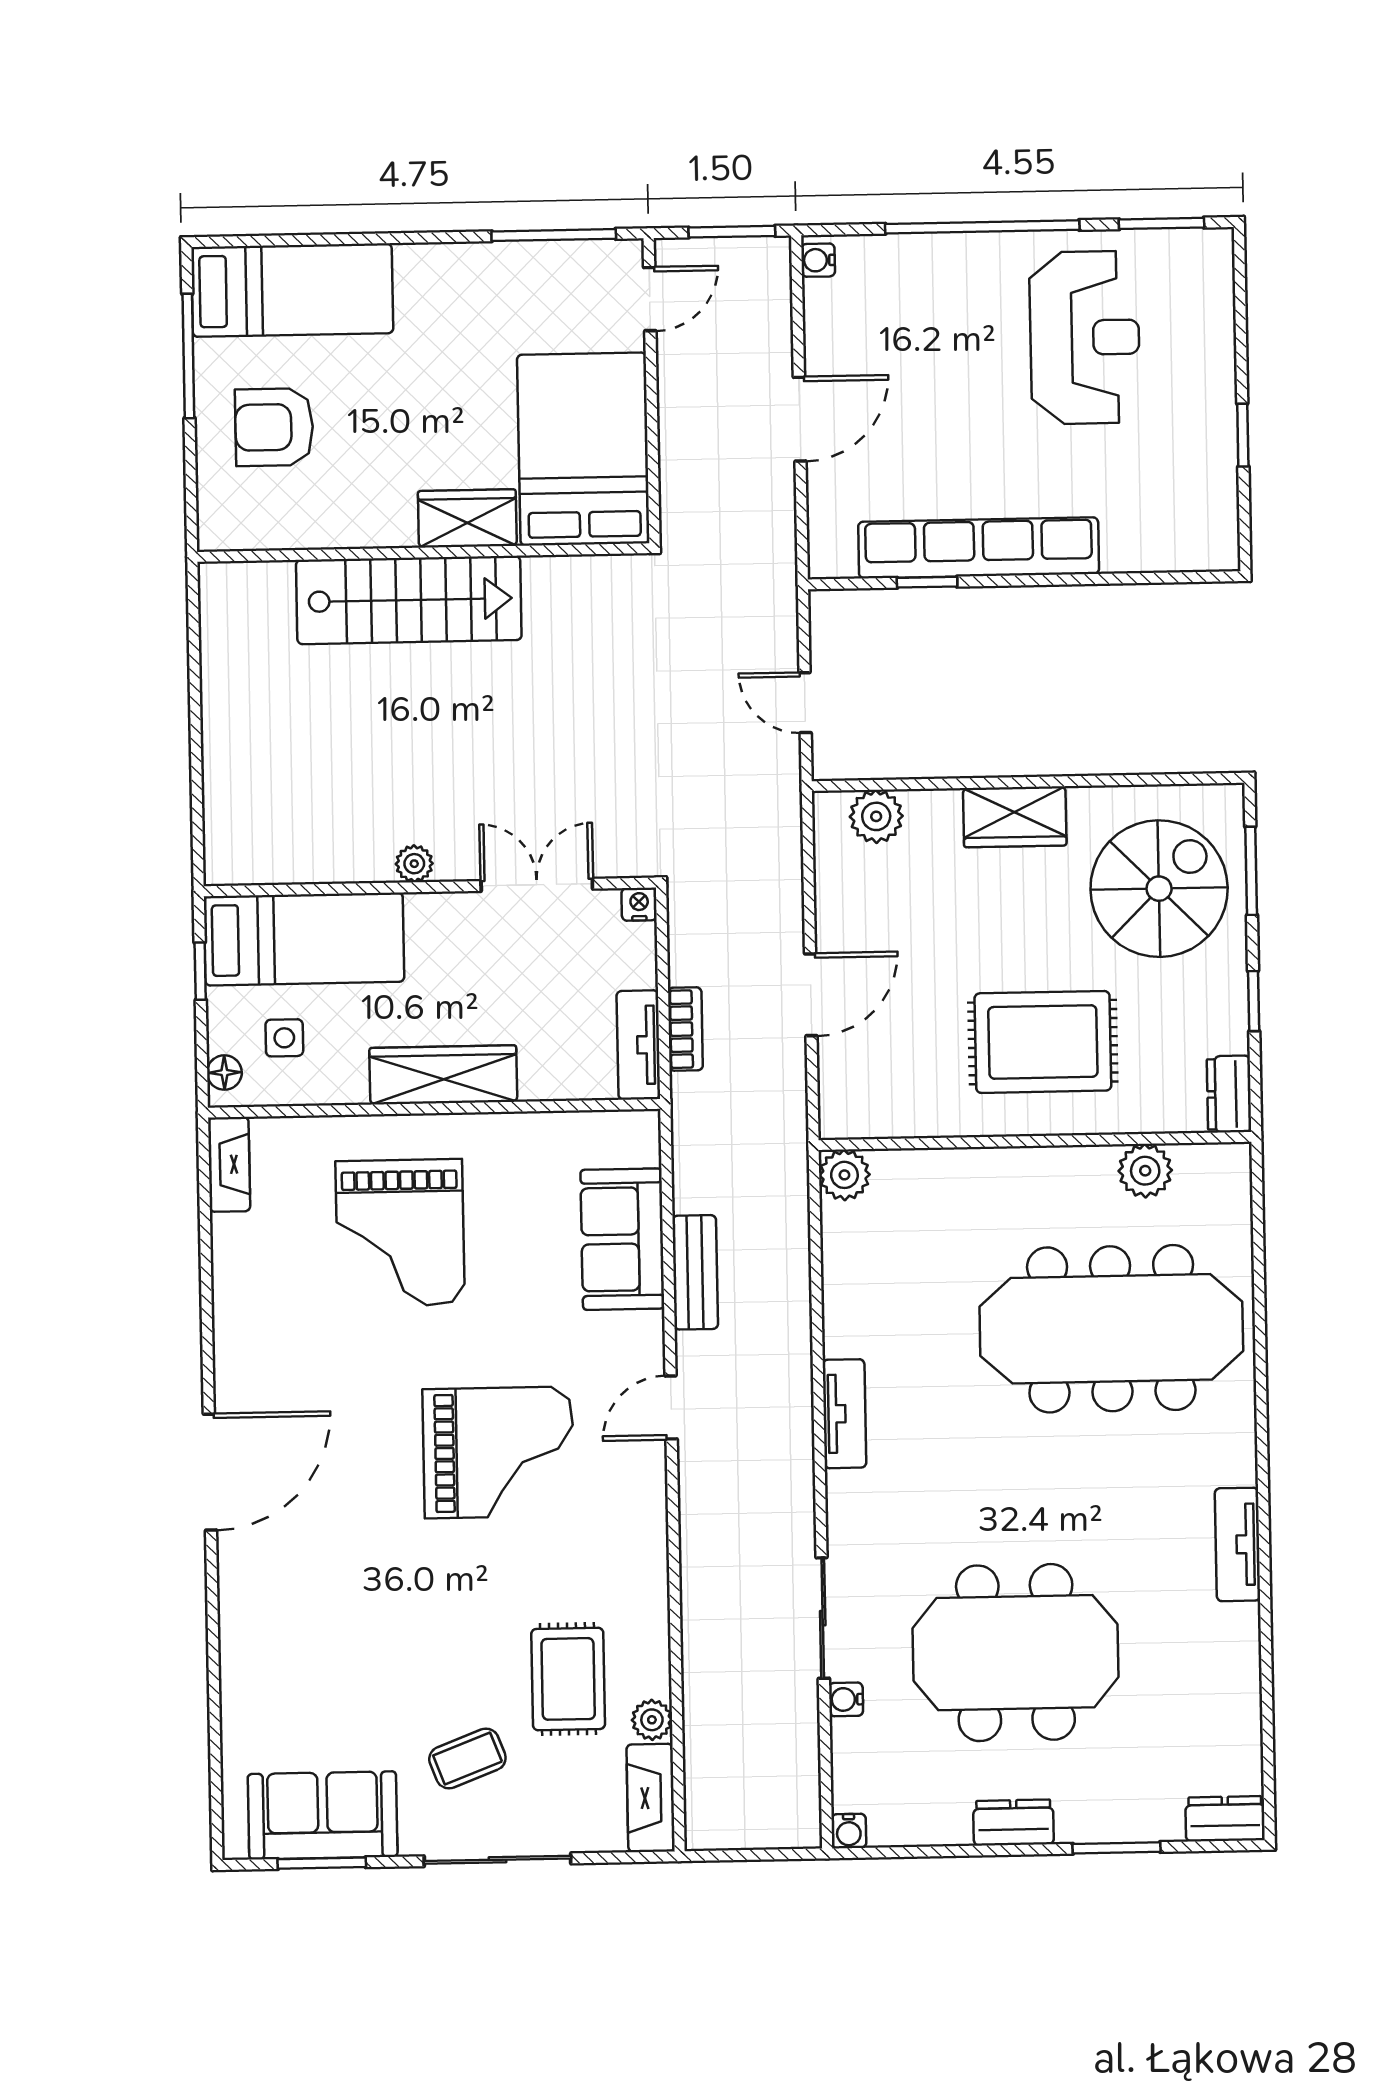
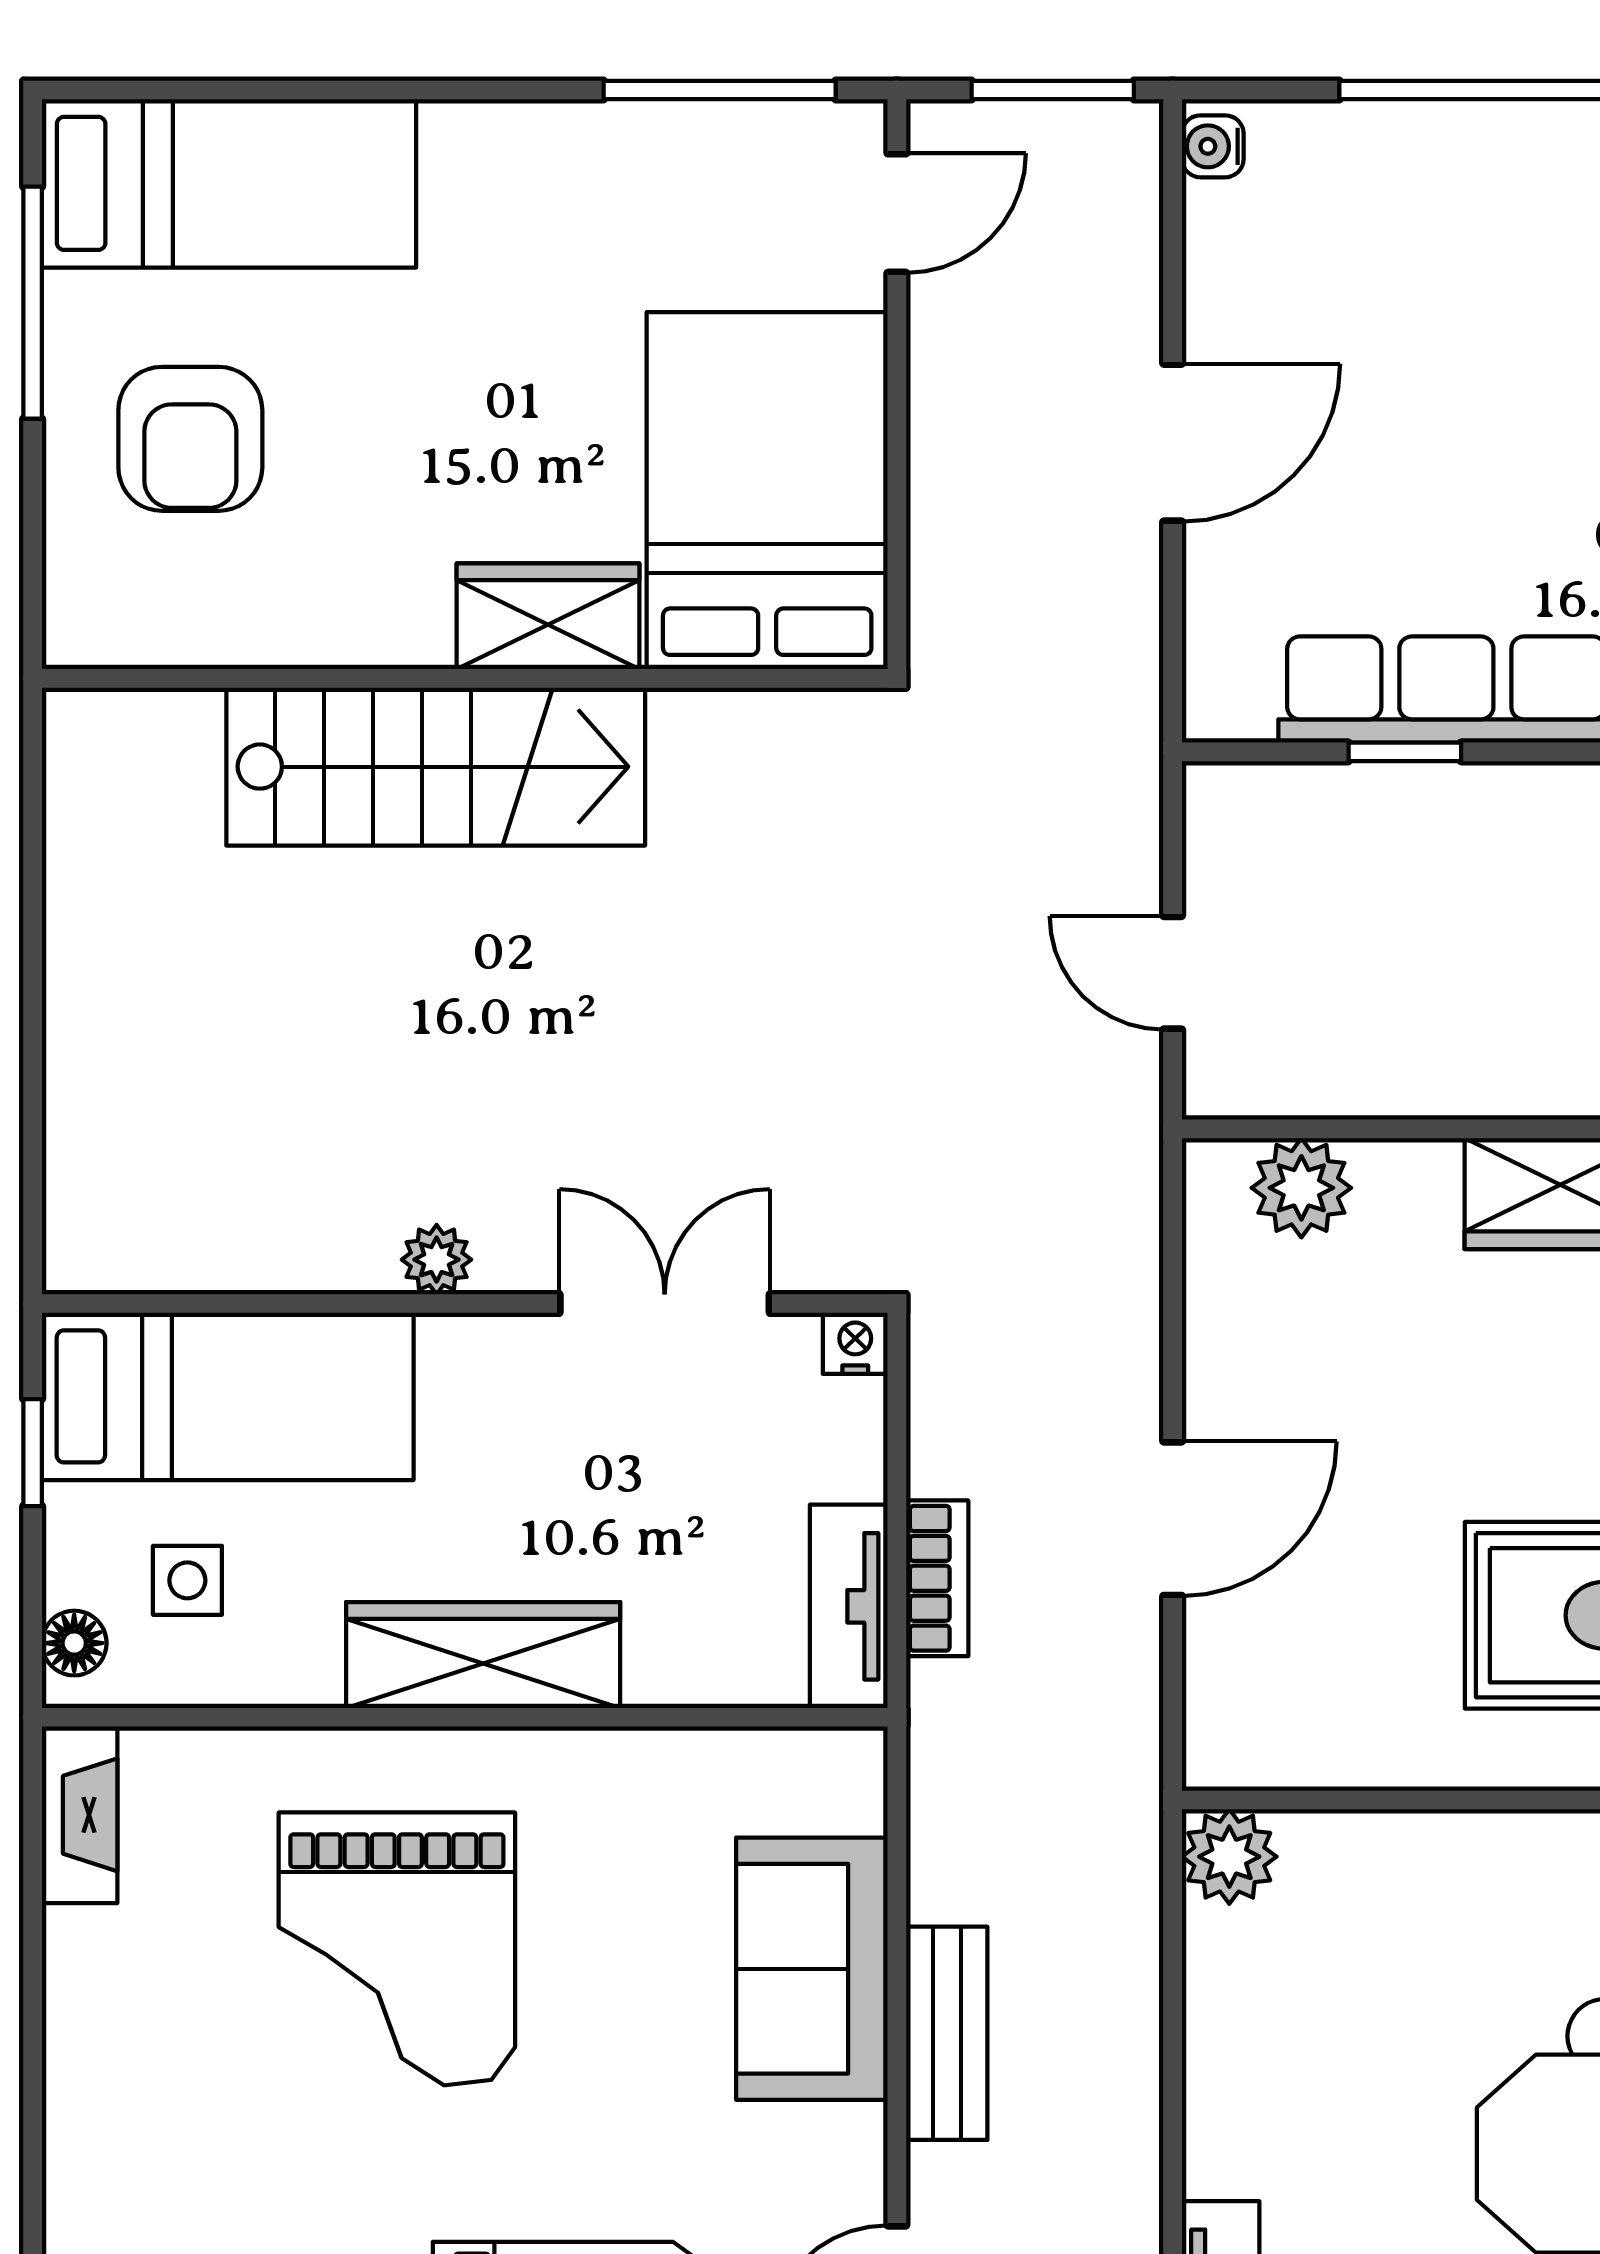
armchair: (274, 427) -> (190, 439), turned -90

